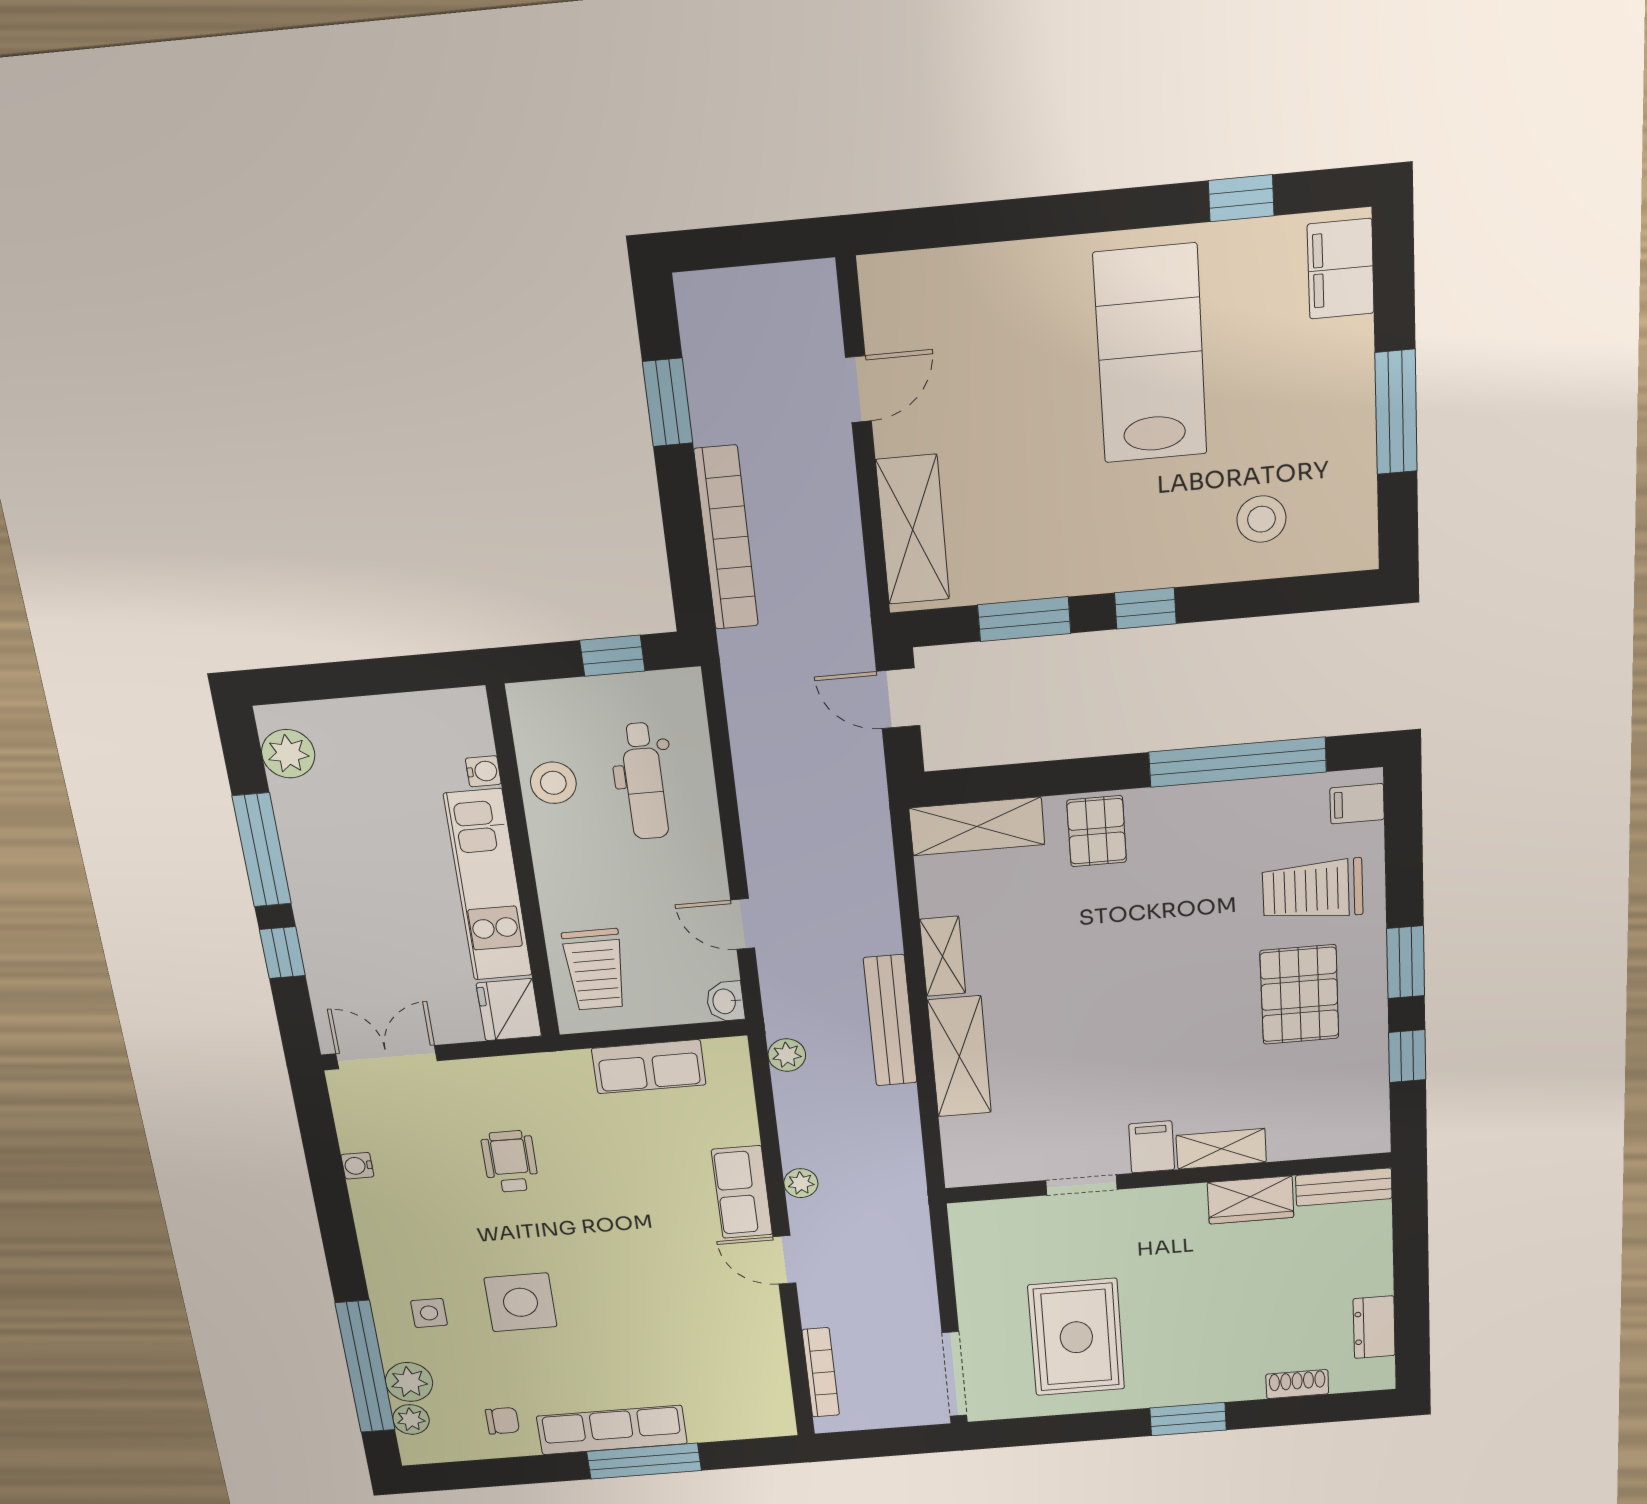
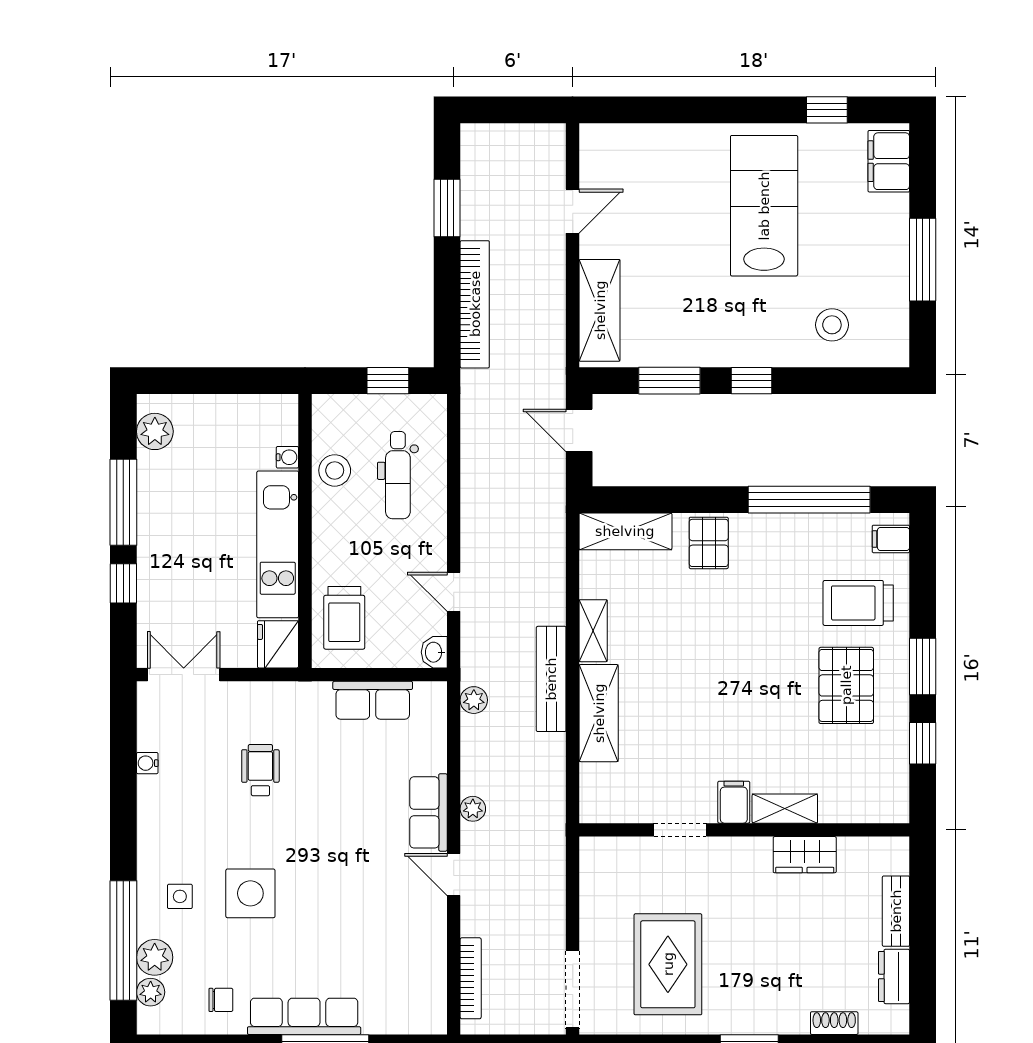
bench: (1344, 1187) -> (896, 911), moved, turned 90

